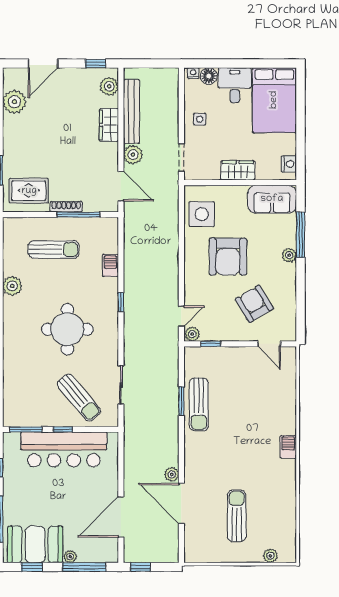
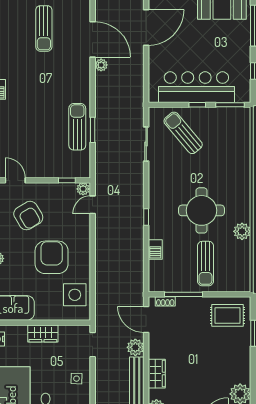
shoe rack: (66, 207) -> (165, 301), moved, width x0.70
sun lounger: (54, 250) -> (205, 264), turned -90
round table: (67, 329) -> (202, 210), moved

